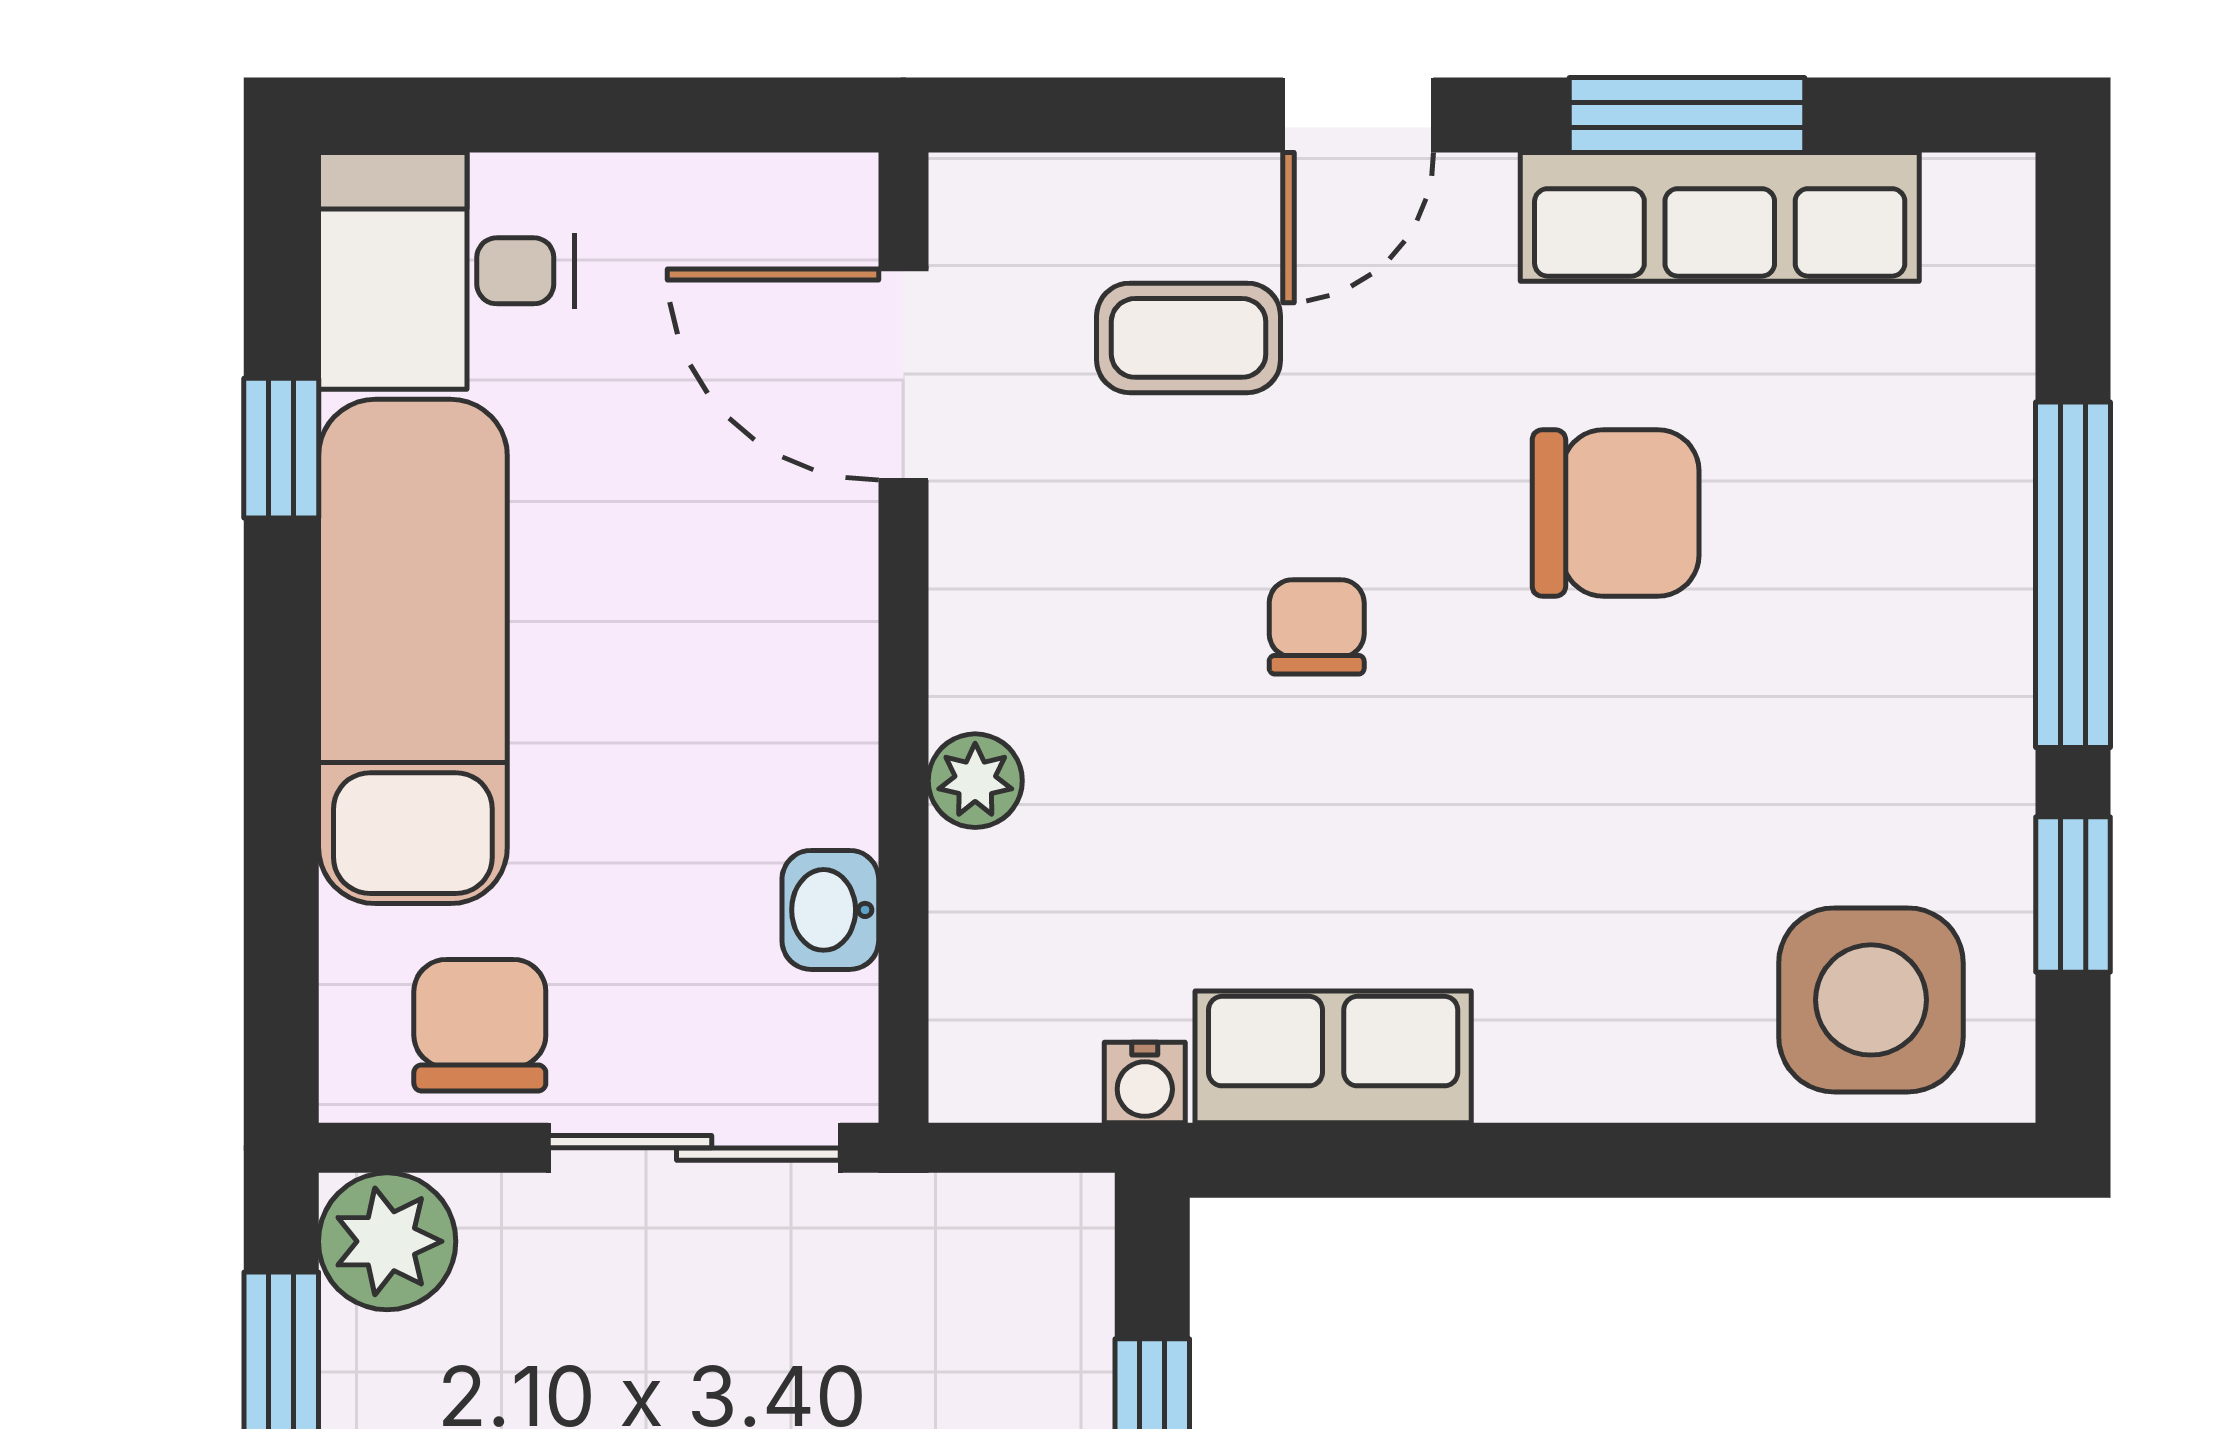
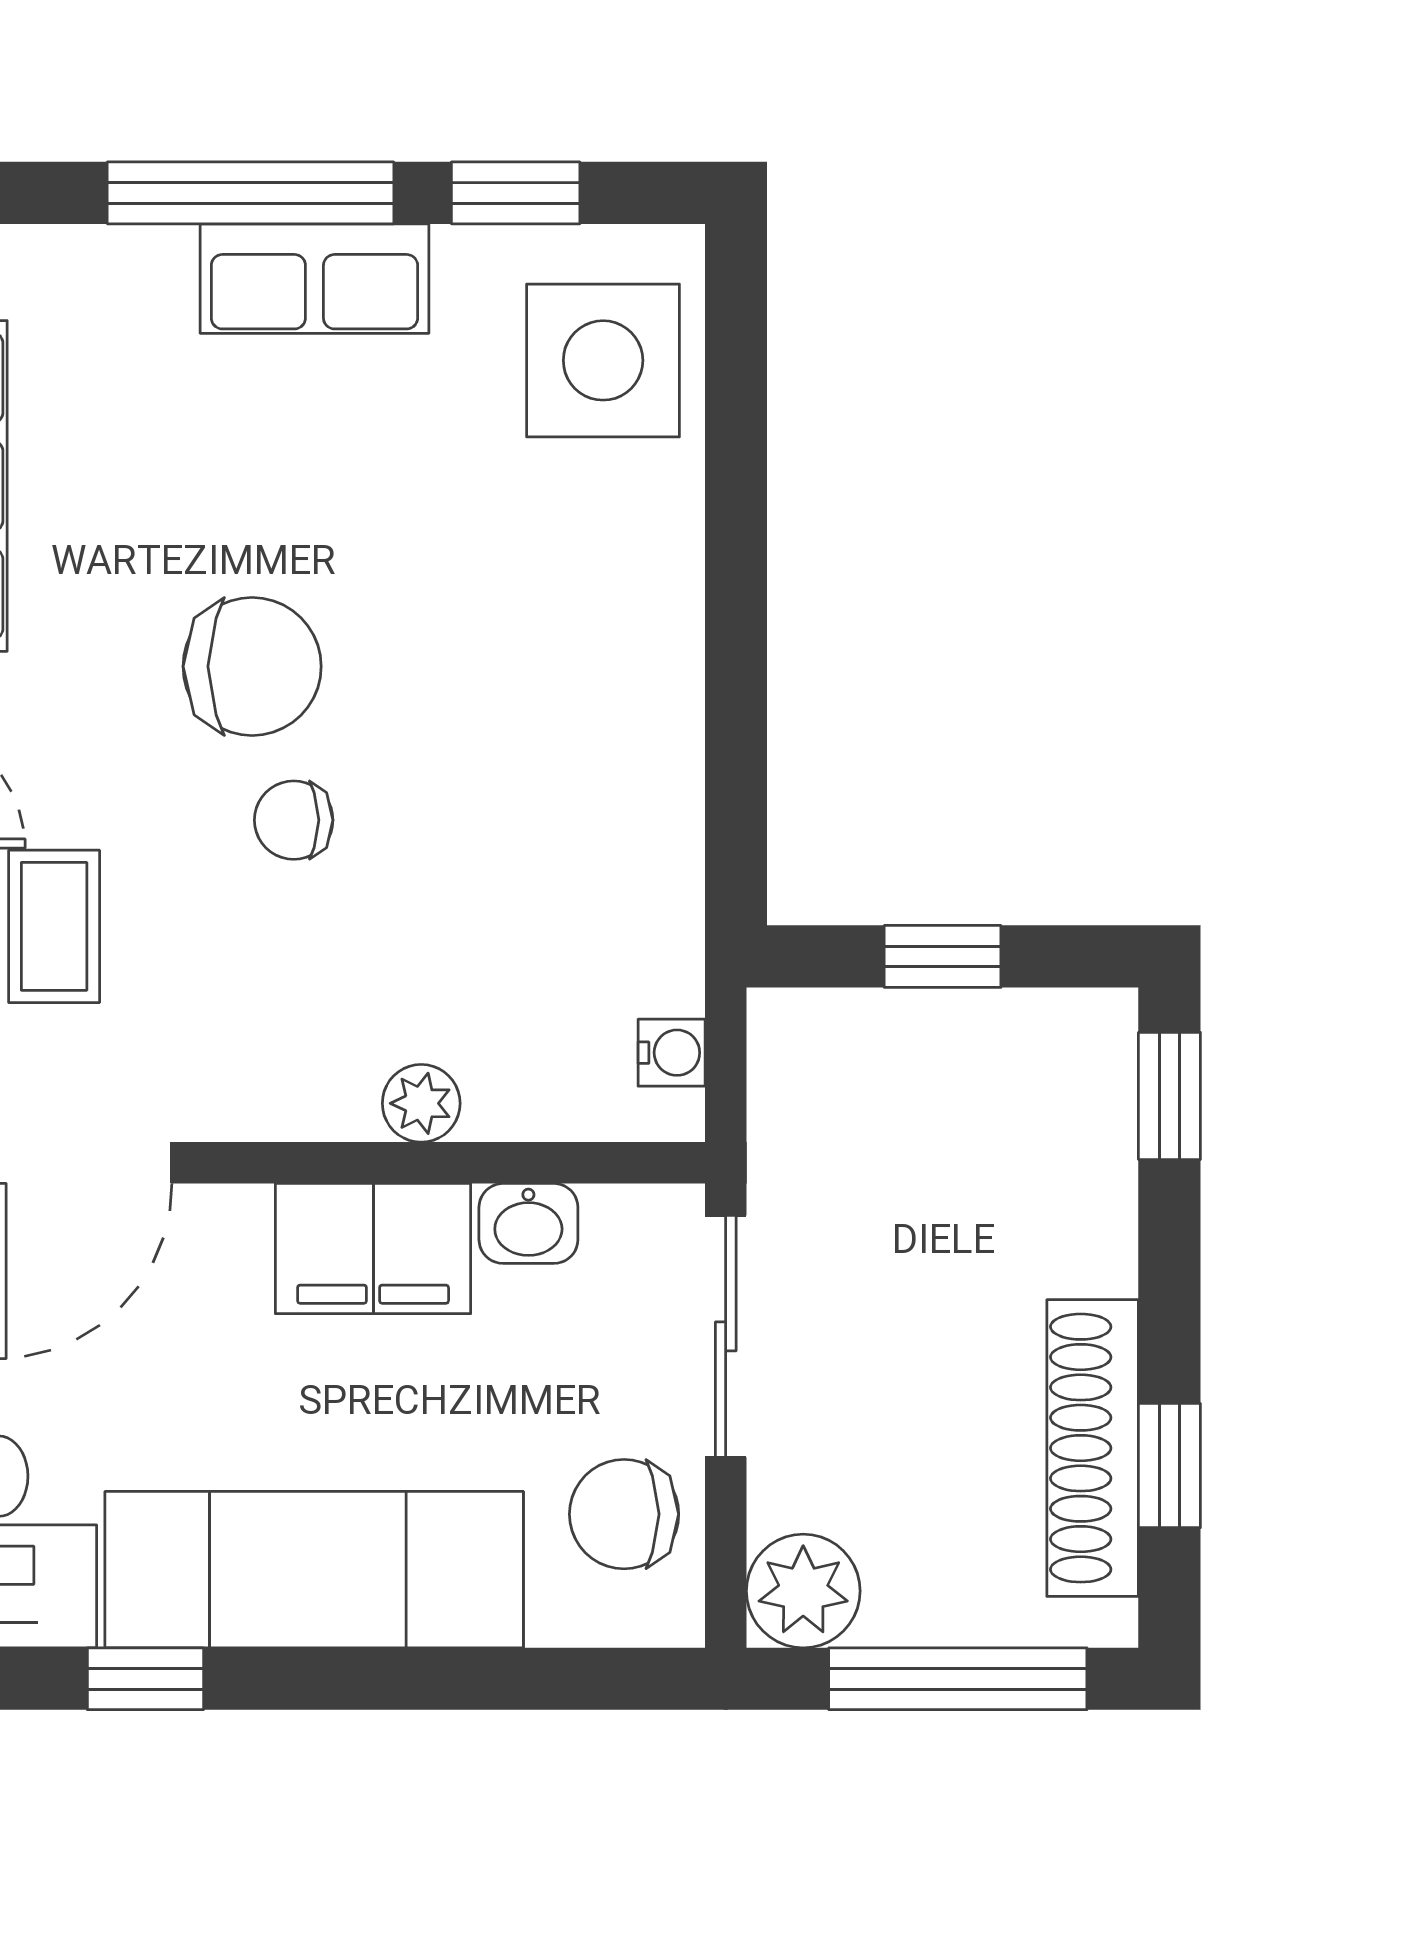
chair: (1616, 513) -> (252, 666), moved, turned 90
filing cabinet: (800, 723) -> (373, 1249), added
row of seats: (1333, 1057) -> (314, 279), moved, turned -90
water cooler: (1145, 1083) -> (672, 1053), moved

